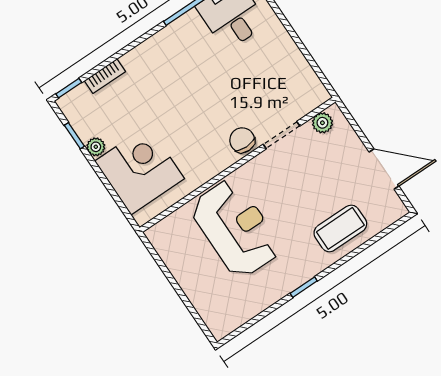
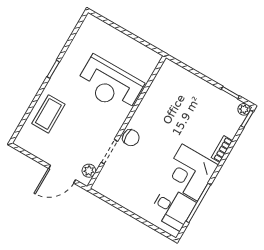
bookcase: (105, 76) -> (222, 149), moved
plant: (96, 147) -> (244, 109), moved
door: (384, 169) -> (62, 174), moved
corner desk: (140, 170) -> (190, 173), moved, turned 90

